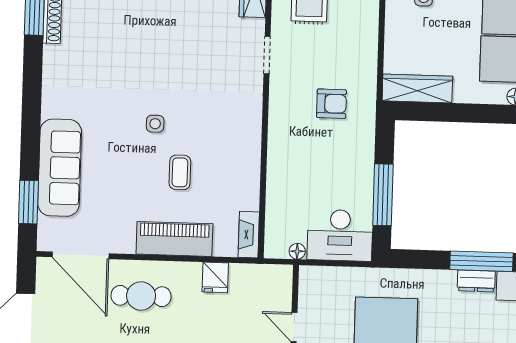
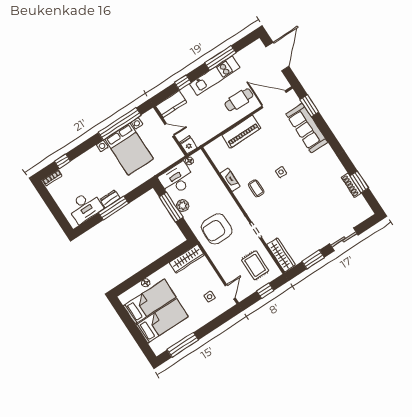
armchair: (331, 104) -> (217, 229), width x1.88, depth x1.88
coffee table: (180, 172) -> (256, 188), moved
plant: (361, 184) -> (183, 206), added
fireplace: (249, 235) -> (230, 180), moved
fridge: (215, 277) -> (188, 145), moved

